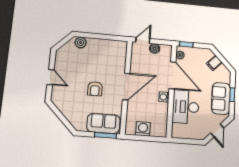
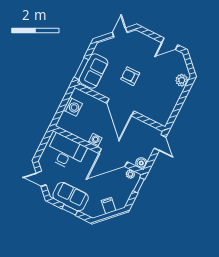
boiler: (155, 48) -> (141, 163), moved
door: (51, 77) -> (170, 44), moved
desk: (186, 107) -> (66, 152), moved
door: (59, 114) -> (120, 33), added

